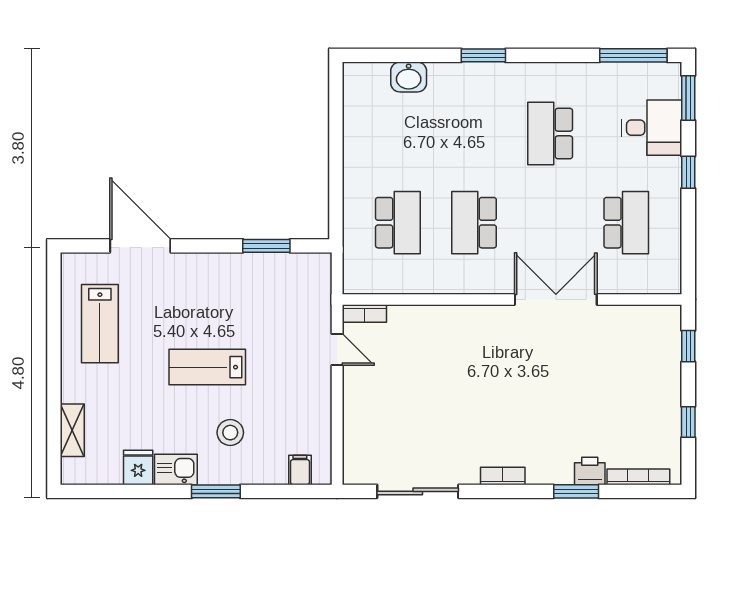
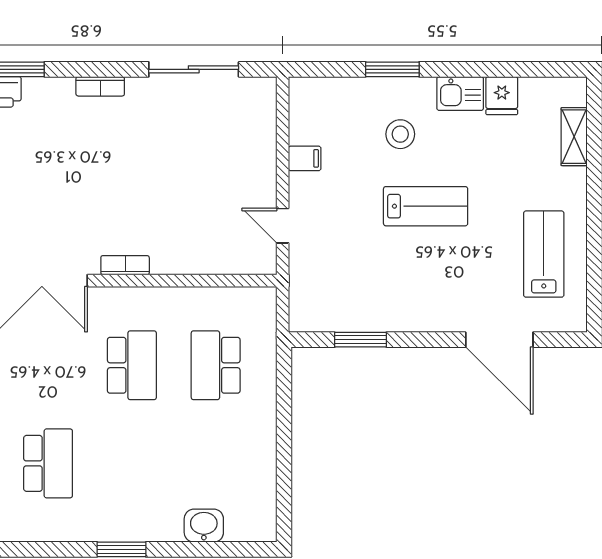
bookcase: (364, 314) -> (125, 265), moved
filing cabinet: (300, 470) -> (305, 158), moved, turned -90
window: (216, 491) -> (392, 69), moved

